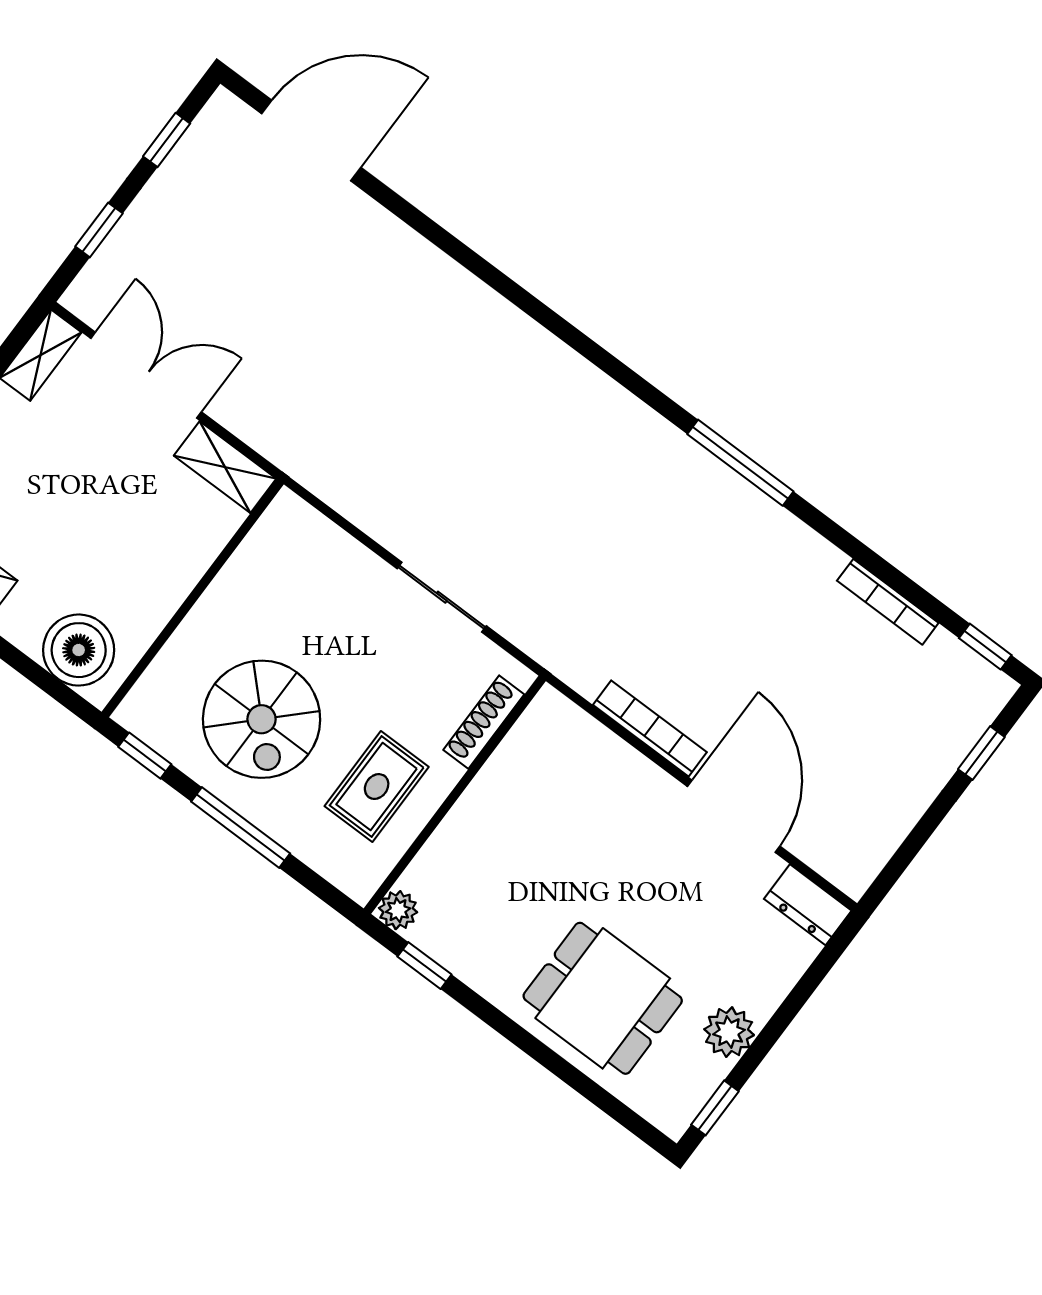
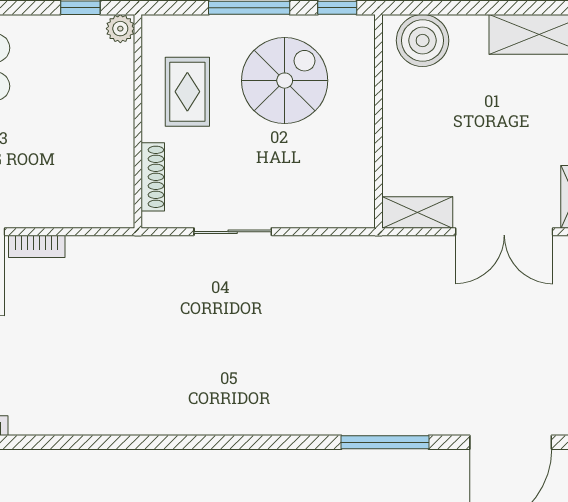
window: (740, 463) -> (385, 442), moved
spiral stairs: (262, 719) -> (285, 81), turned 90
bookcase: (650, 729) -> (37, 246), width x0.64

